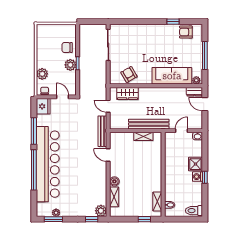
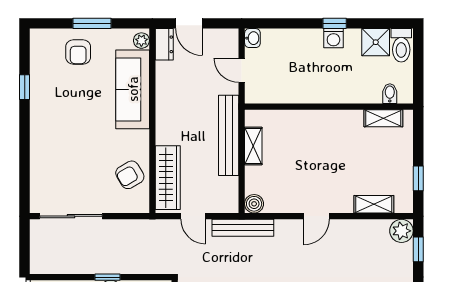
armchair: (186, 32) -> (78, 52), moved
window: (205, 55) -> (92, 23), width x0.69
wardrobe: (128, 94) -> (168, 178), width x1.50
door: (205, 104) -> (189, 23), hinge flipped
door: (108, 106) -> (193, 216), hinge flipped
door: (108, 155) -> (316, 216), moved
shower: (195, 164) -> (376, 42), moved
boiler: (114, 181) -> (254, 204), moved
window: (144, 219) -> (418, 178), moved

